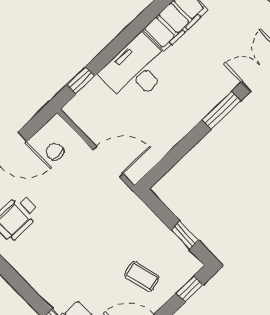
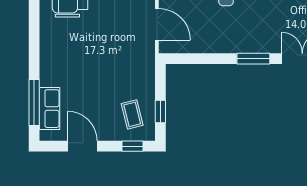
coffee table: (142, 276) -> (132, 114), moved

